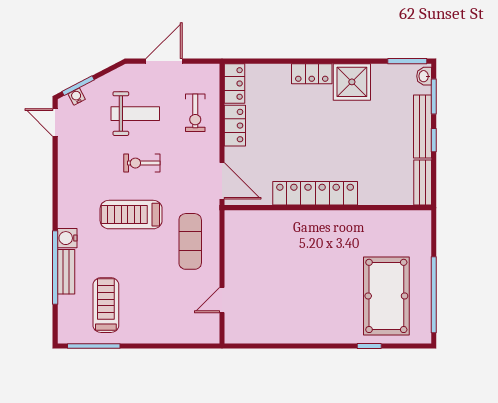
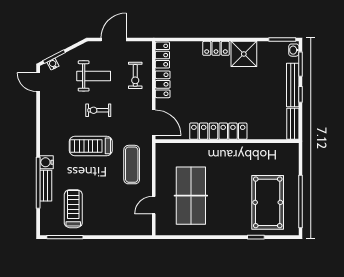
table tennis table: (275, 286) -> (191, 196), added

